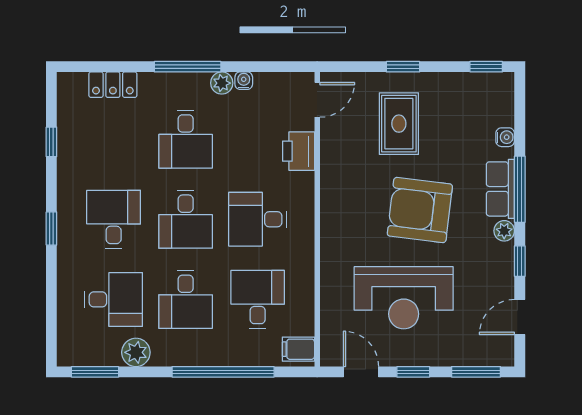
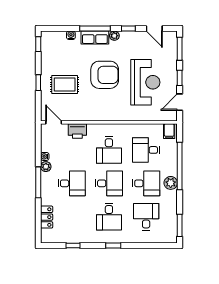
armchair: (420, 210) -> (105, 75), turned -97
desk: (114, 219) -> (109, 217), turned -90
plant: (136, 352) -> (171, 183), moved

